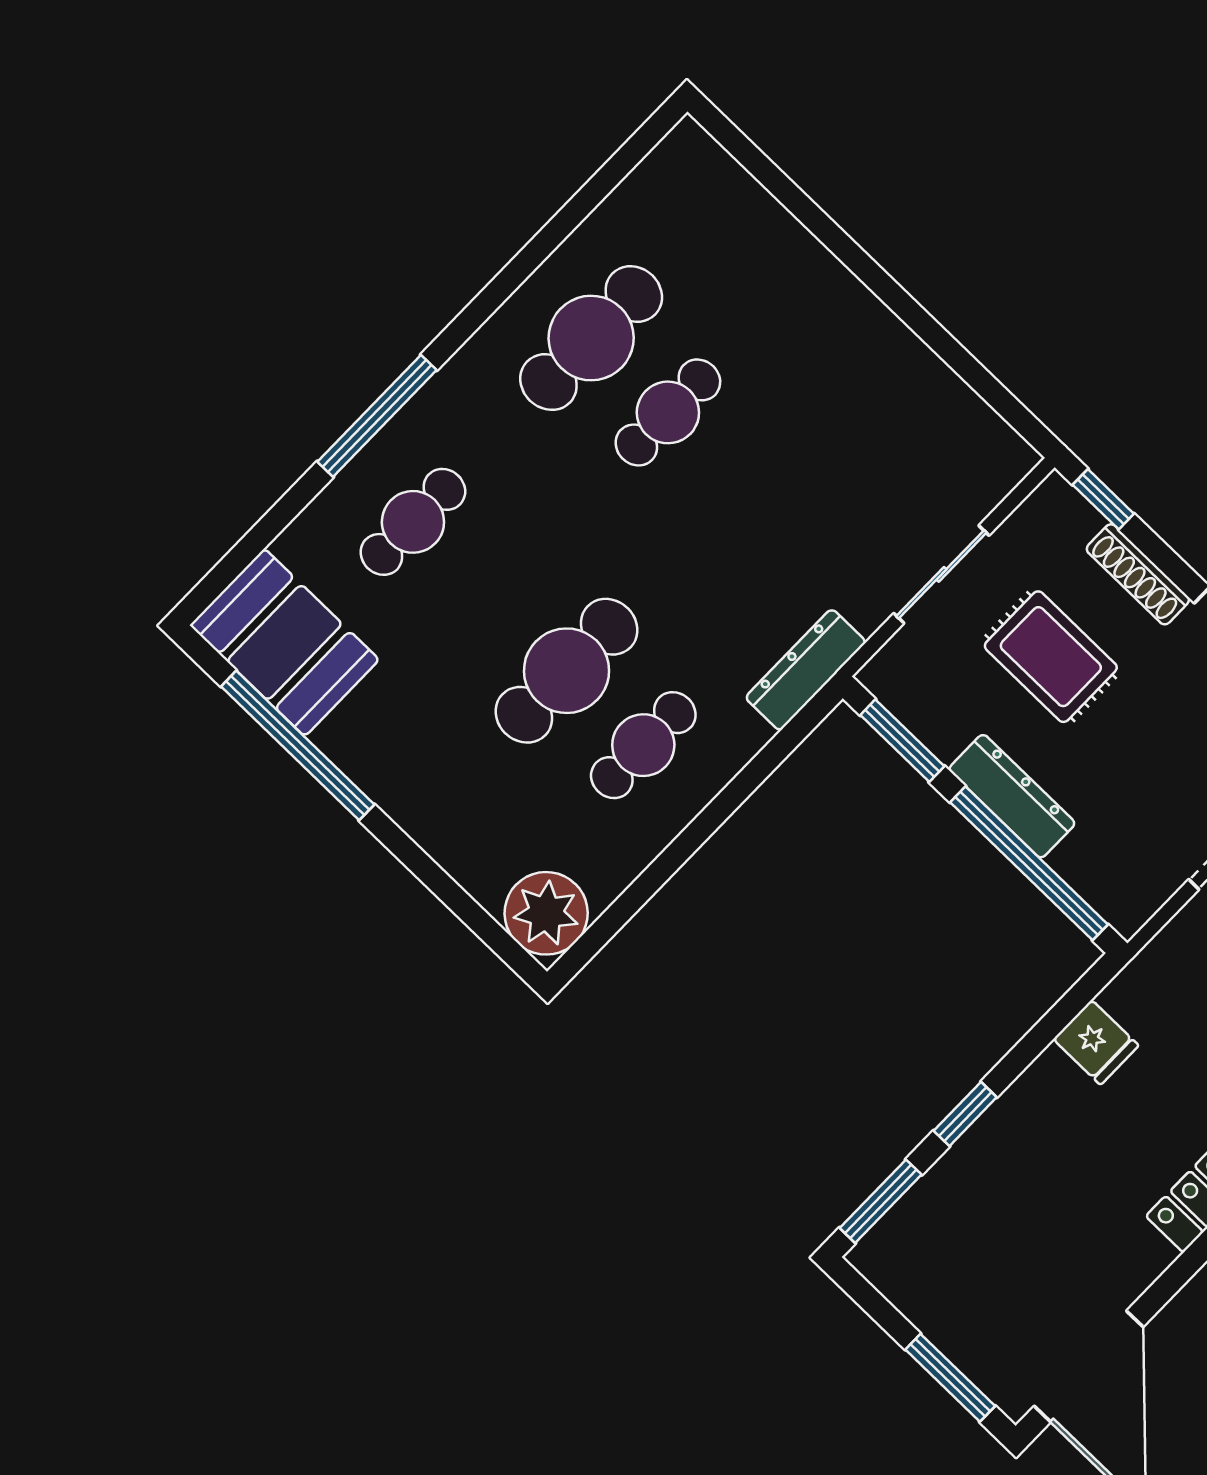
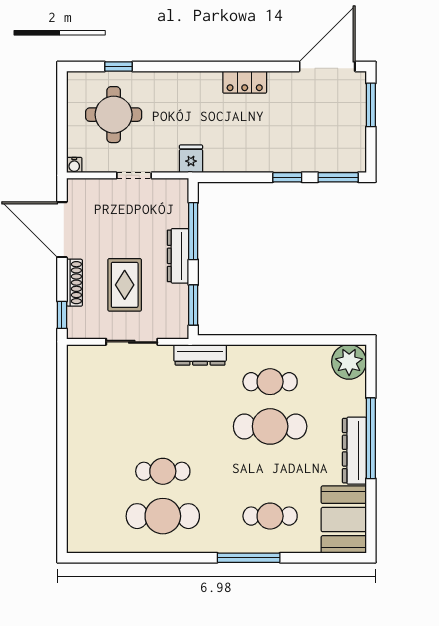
window: (298, 745) -> (371, 438), moved
dresser: (385, 775) -> (354, 451), added
window: (1029, 863) -> (193, 231), width x0.68
fridge: (1096, 1042) -> (191, 159), moved

